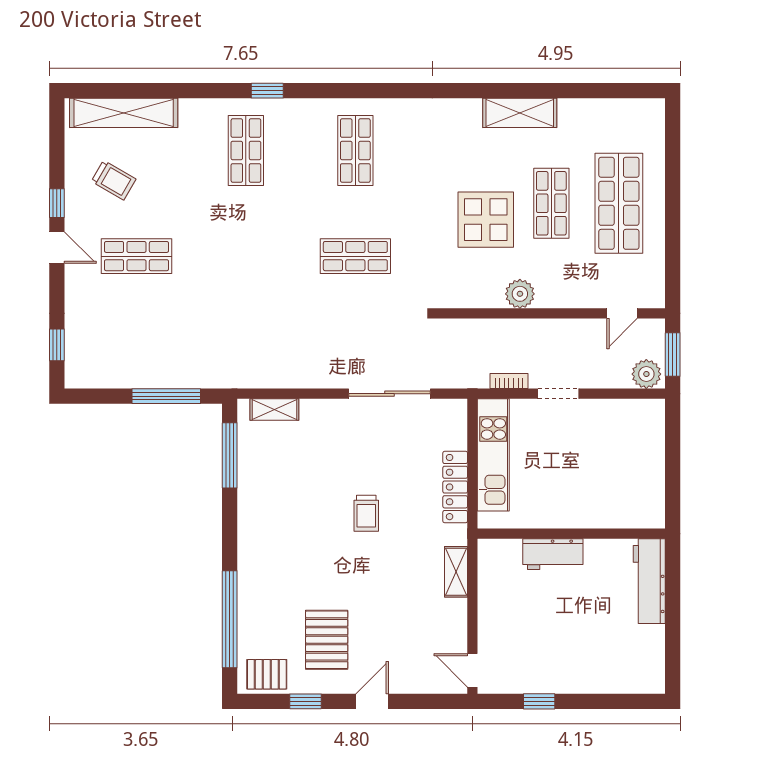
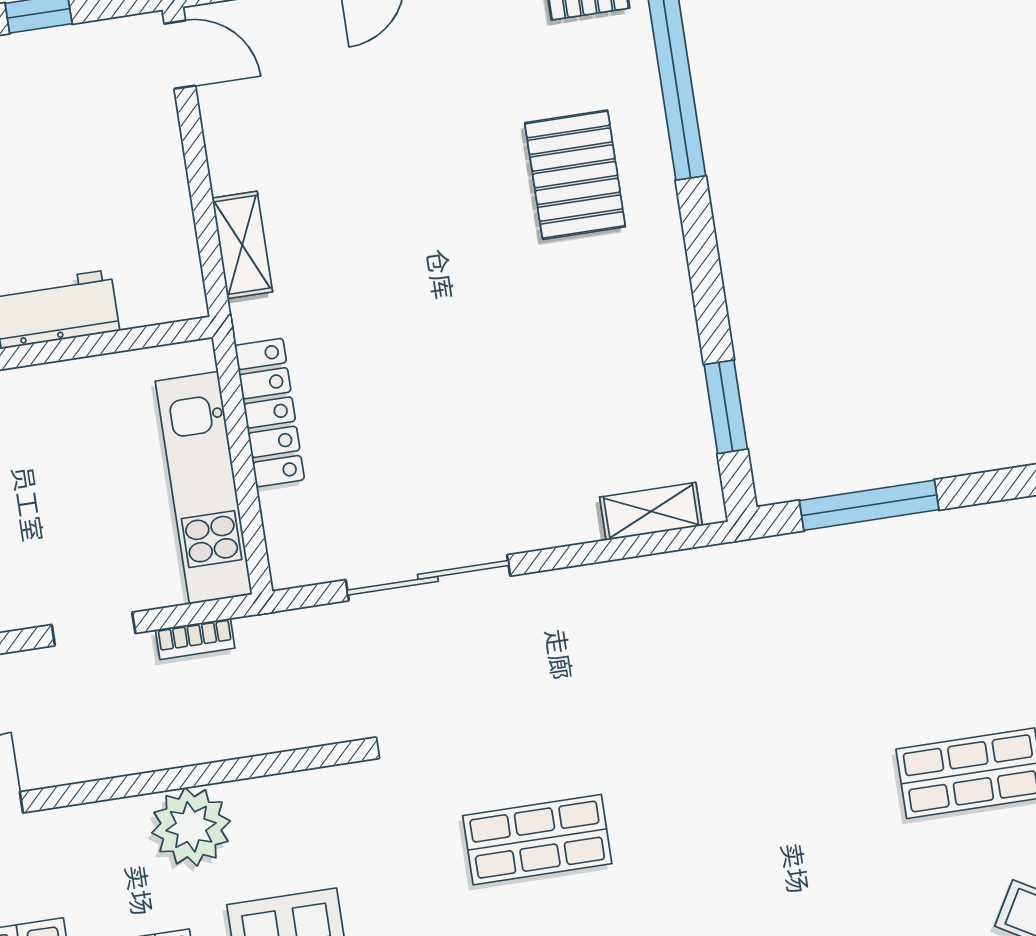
plant: (520, 294) -> (191, 827), width x1.36, depth x1.36
window: (230, 455) -> (726, 407), width x0.69
trolley: (366, 513) -> (438, 334), removed
pallet: (327, 640) -> (575, 175), moved

